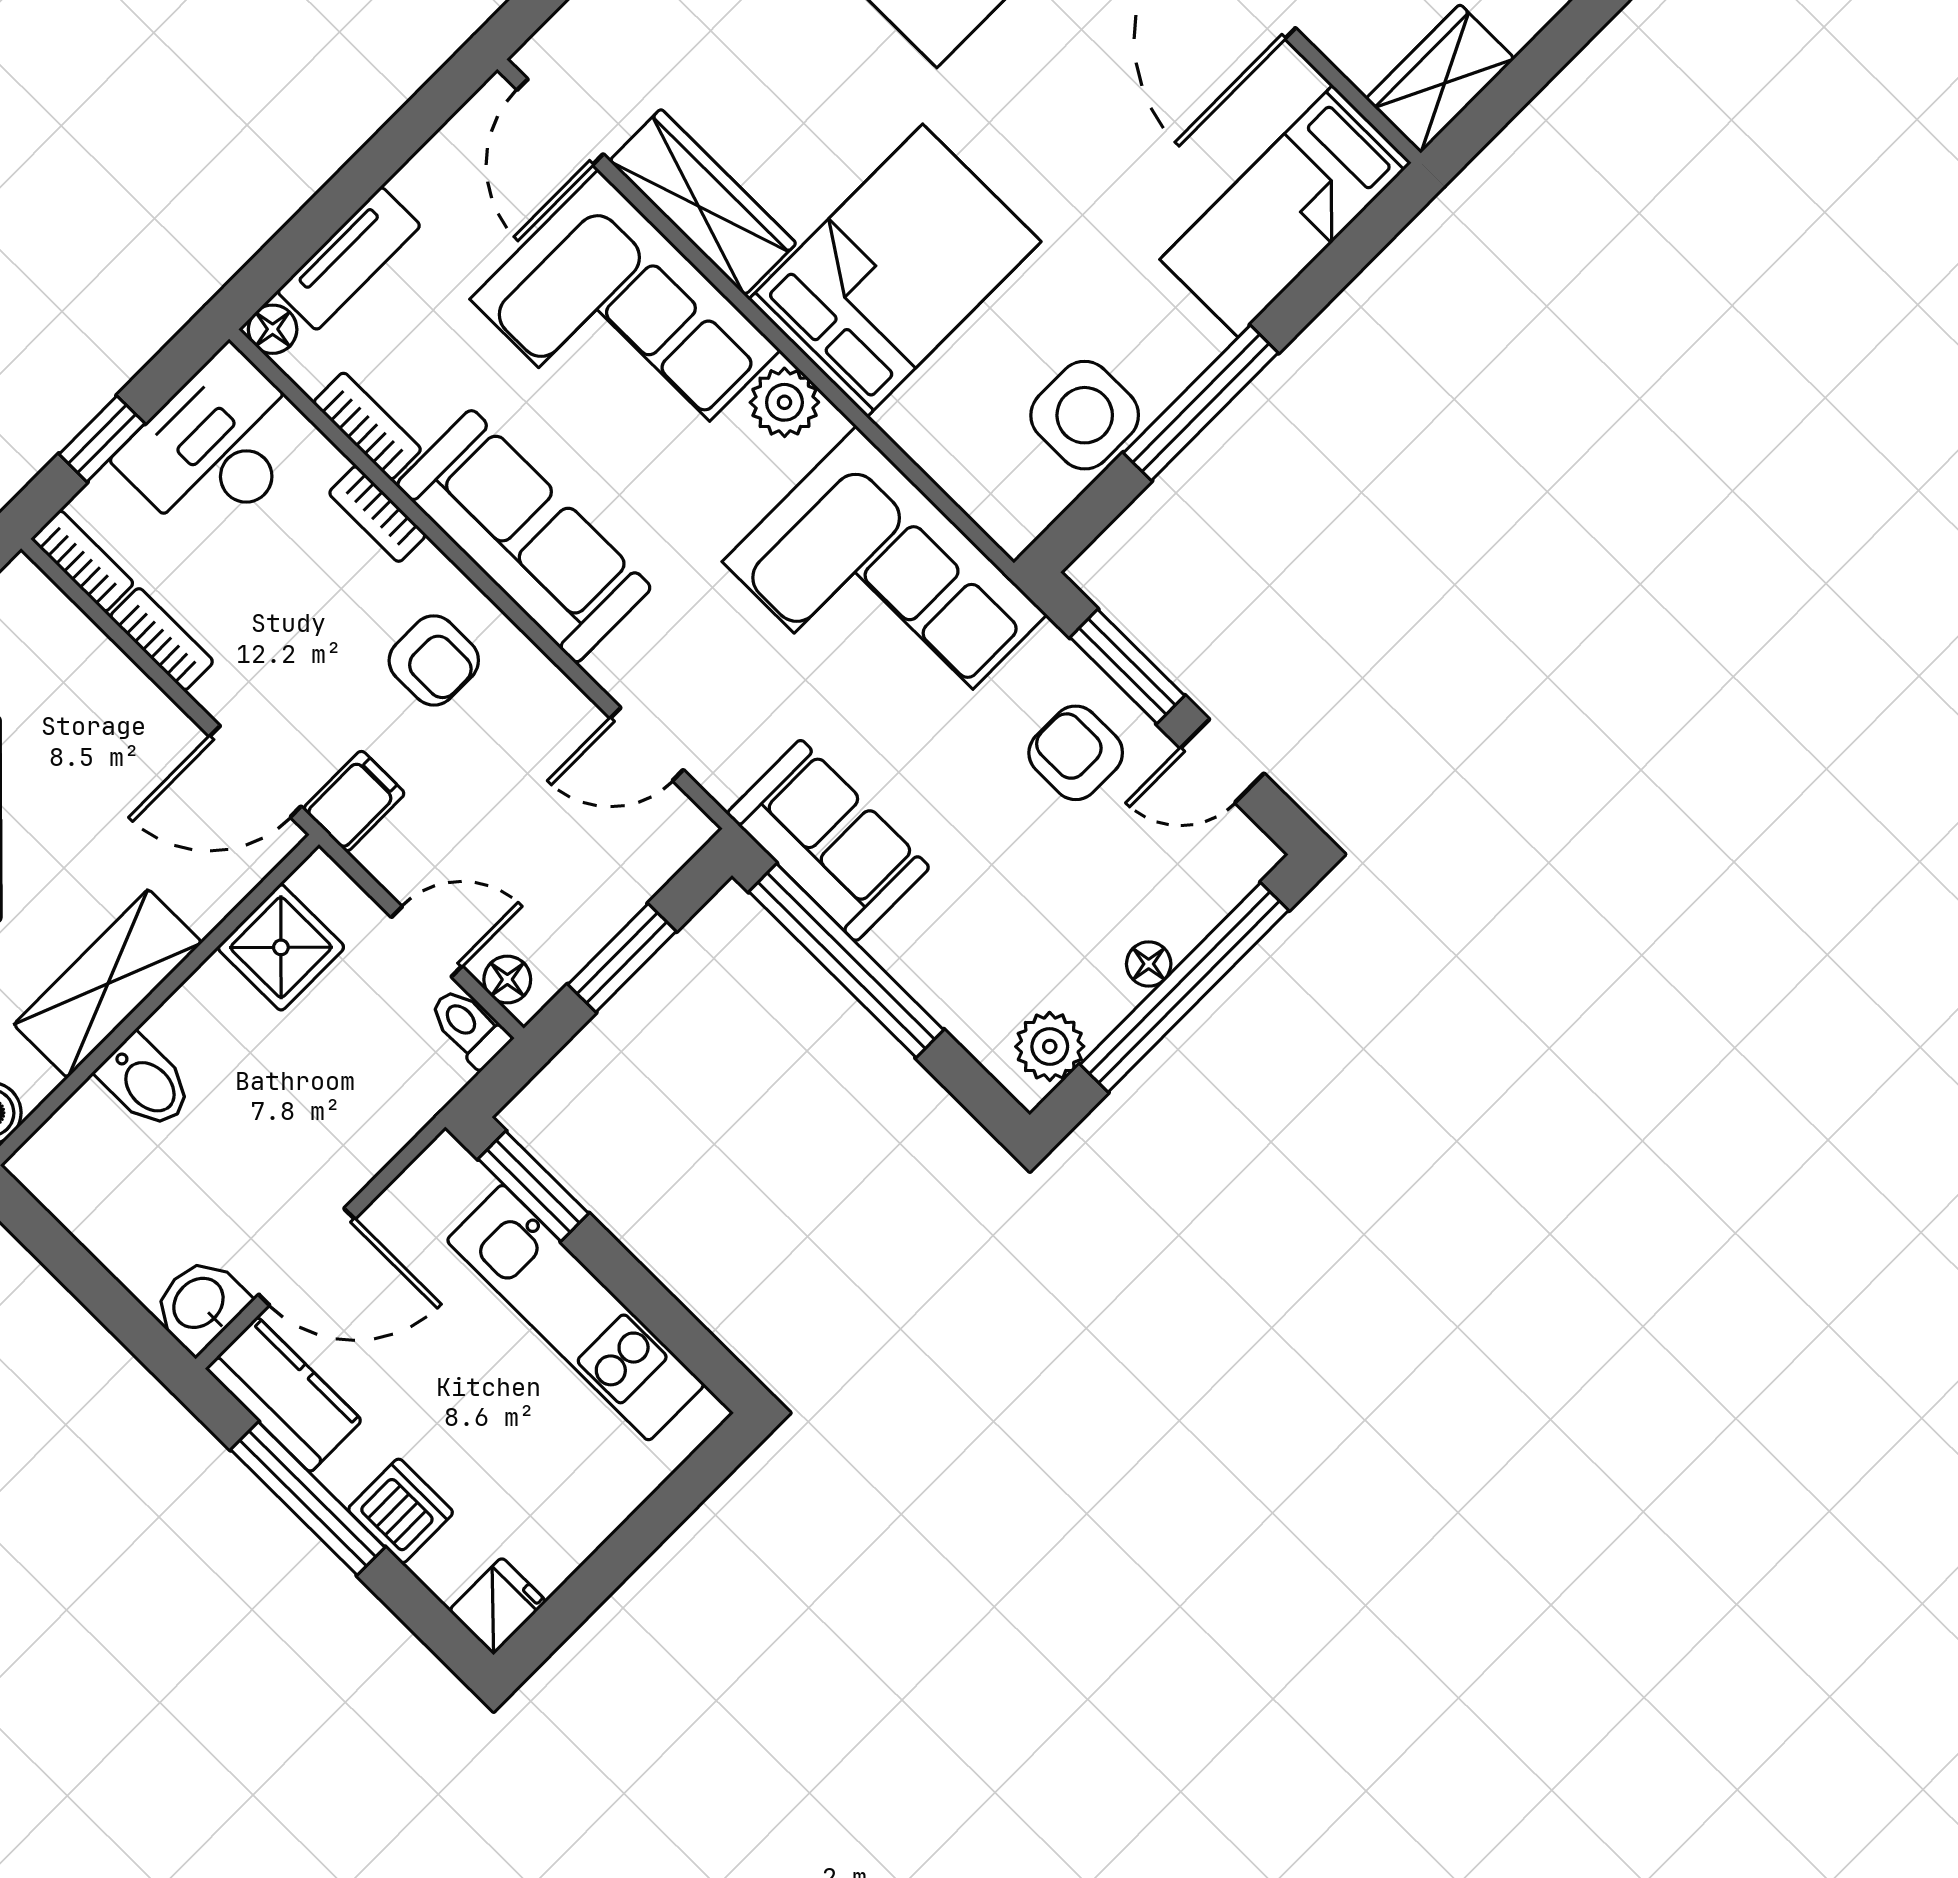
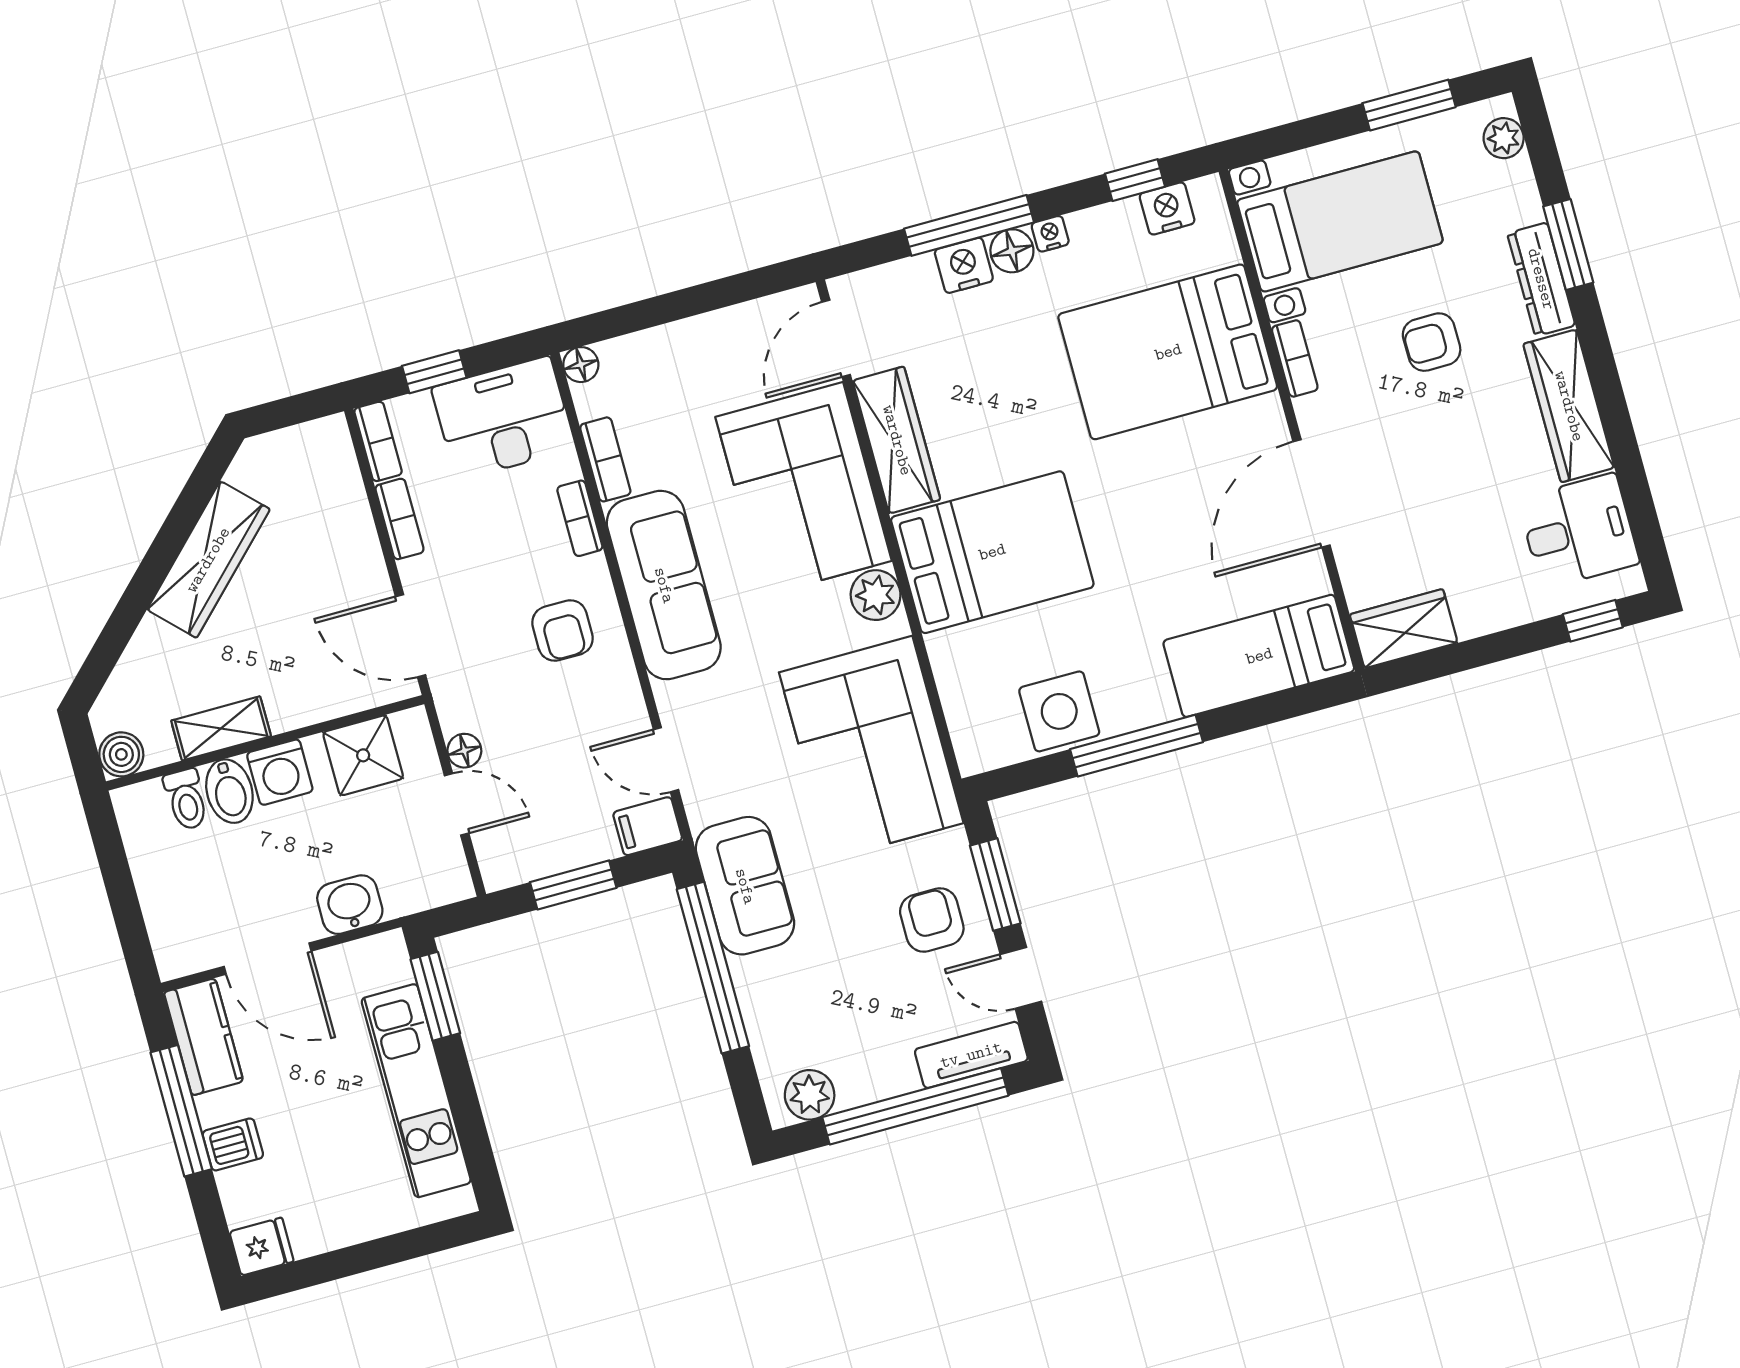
tv unit: (349, 258) -> (971, 1055), moved, turned 180
filing cabinet: (354, 801) -> (648, 826), moved, turned 180
floor lamp: (1149, 964) -> (901, 1079), removed
floor lamp: (507, 980) -> (464, 751), moved
shelving: (108, 984) -> (221, 728), width x0.67, depth x0.75
washing machine: (193, 1025) -> (280, 772), added
toilet: (469, 1027) -> (186, 799), moved, turned 180
washbasin: (200, 1304) -> (350, 905), moved
dishwasher: (401, 1511) -> (233, 1144), width x0.73

